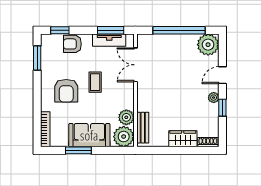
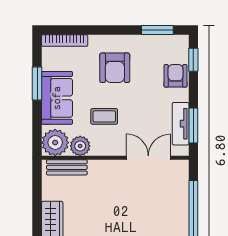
coffee table: (95, 82) -> (104, 116), moved
armchair: (66, 91) -> (115, 68), turned -90

